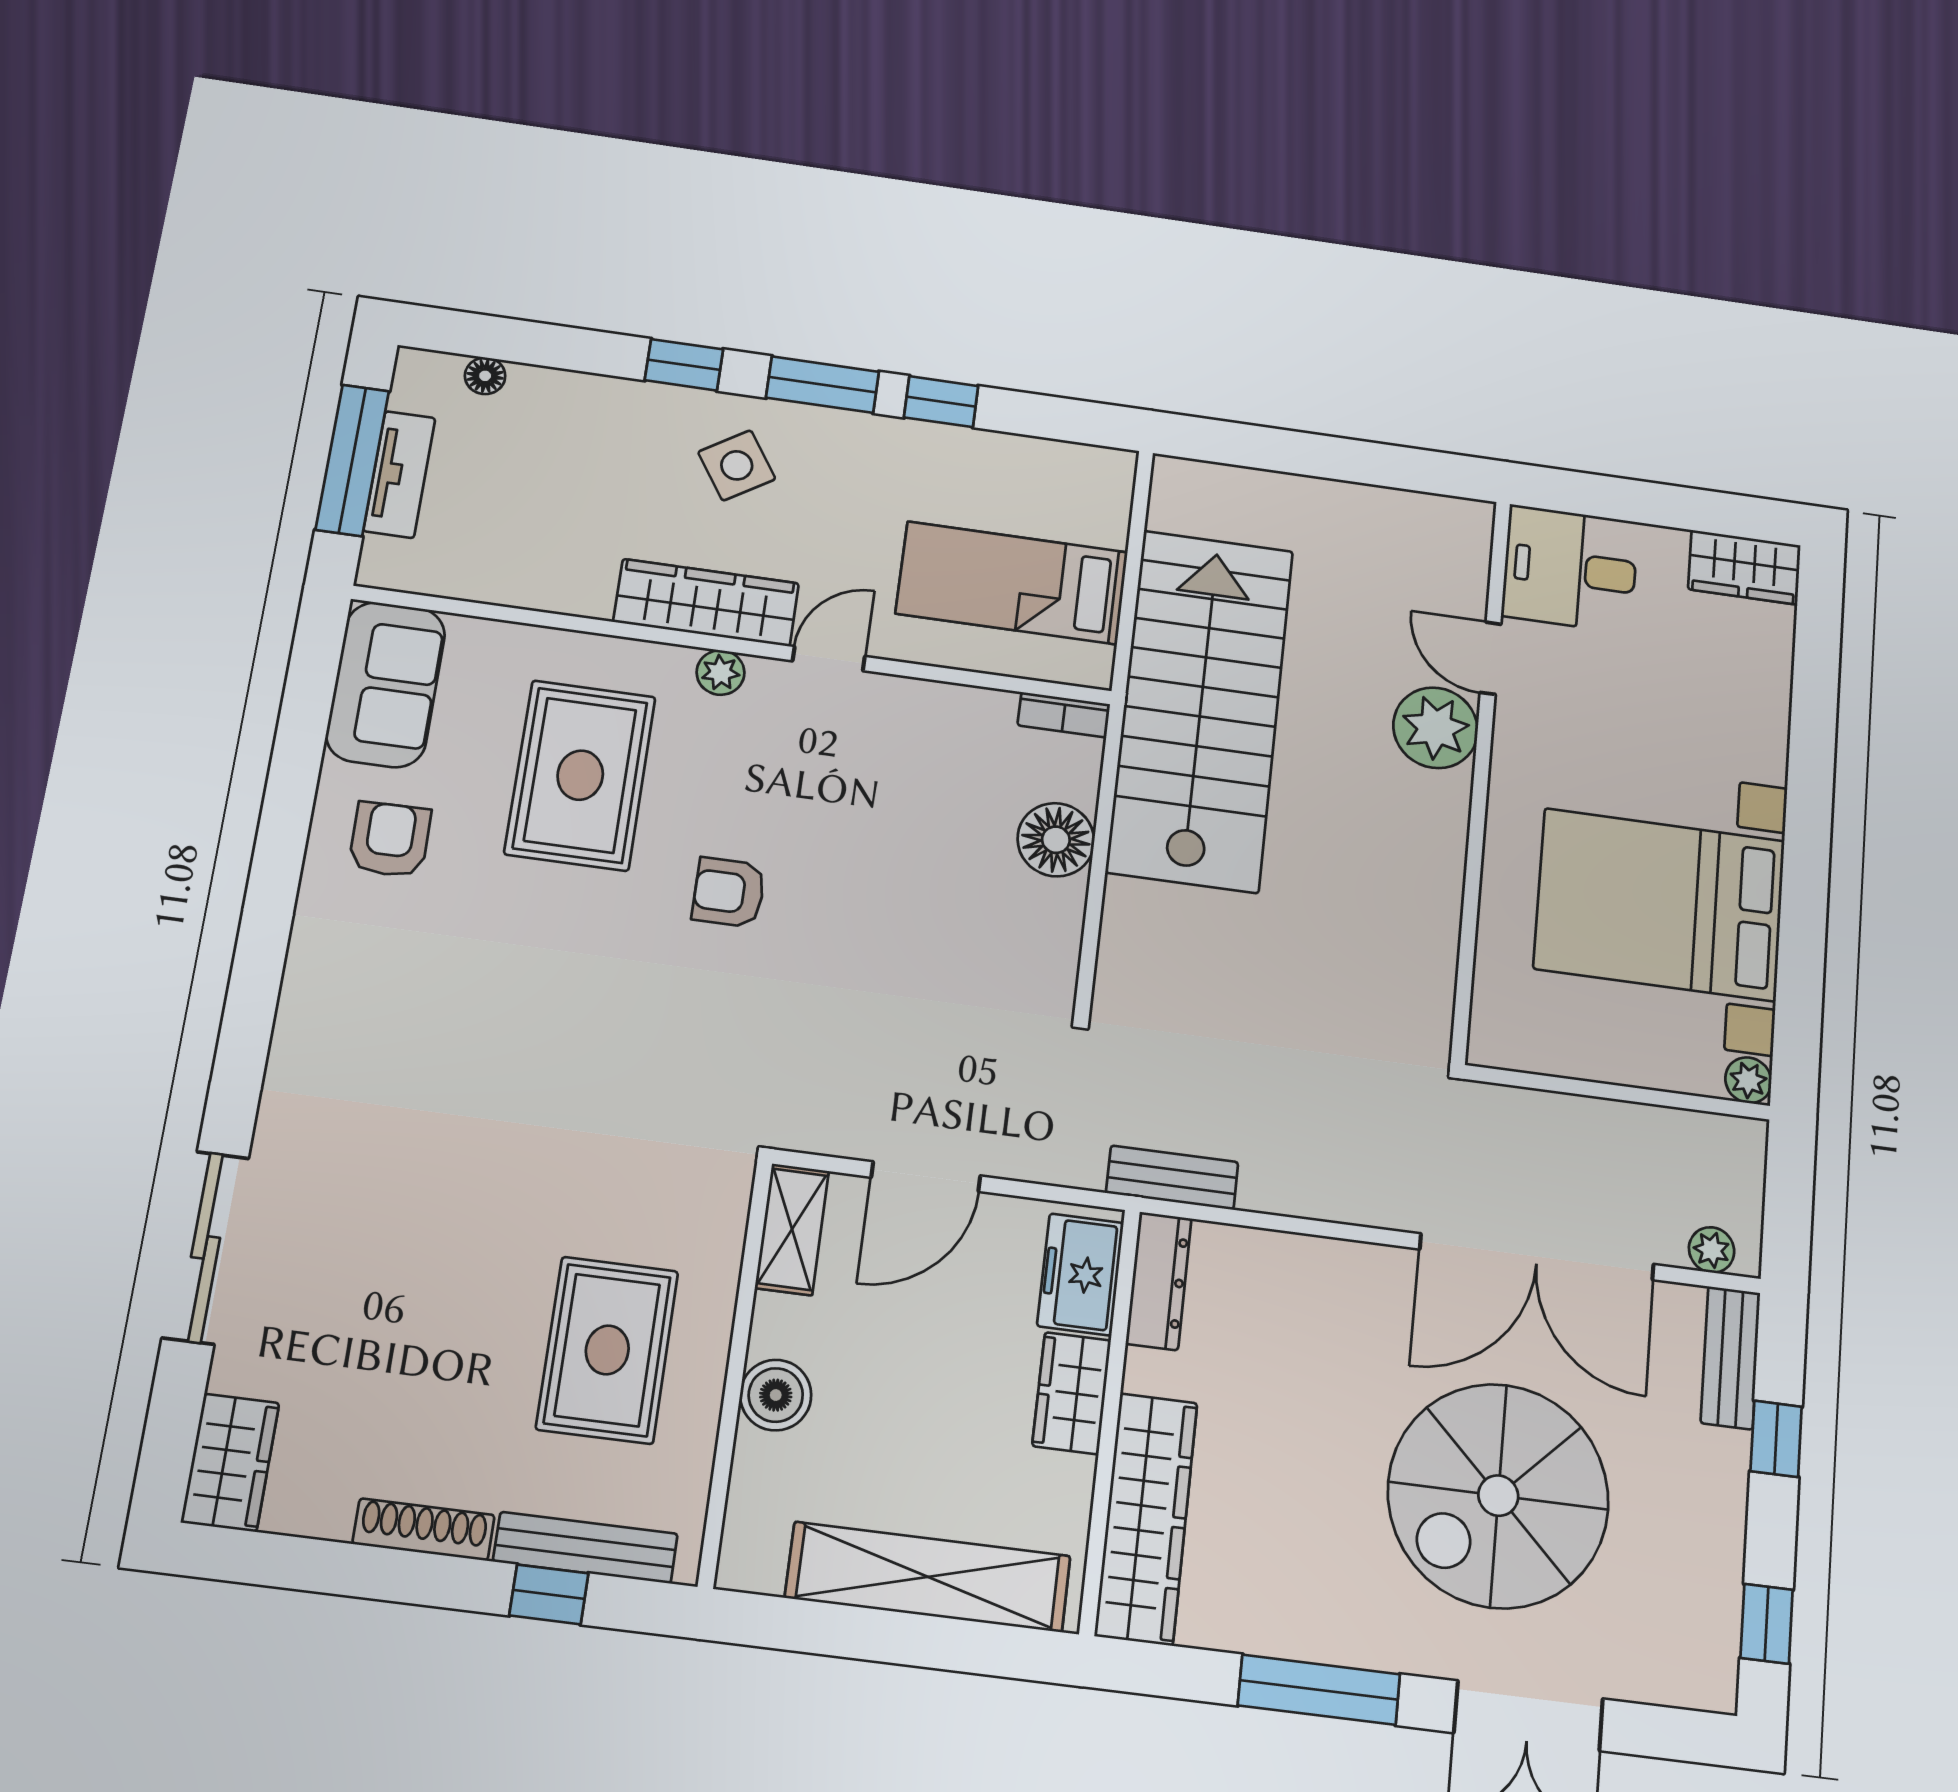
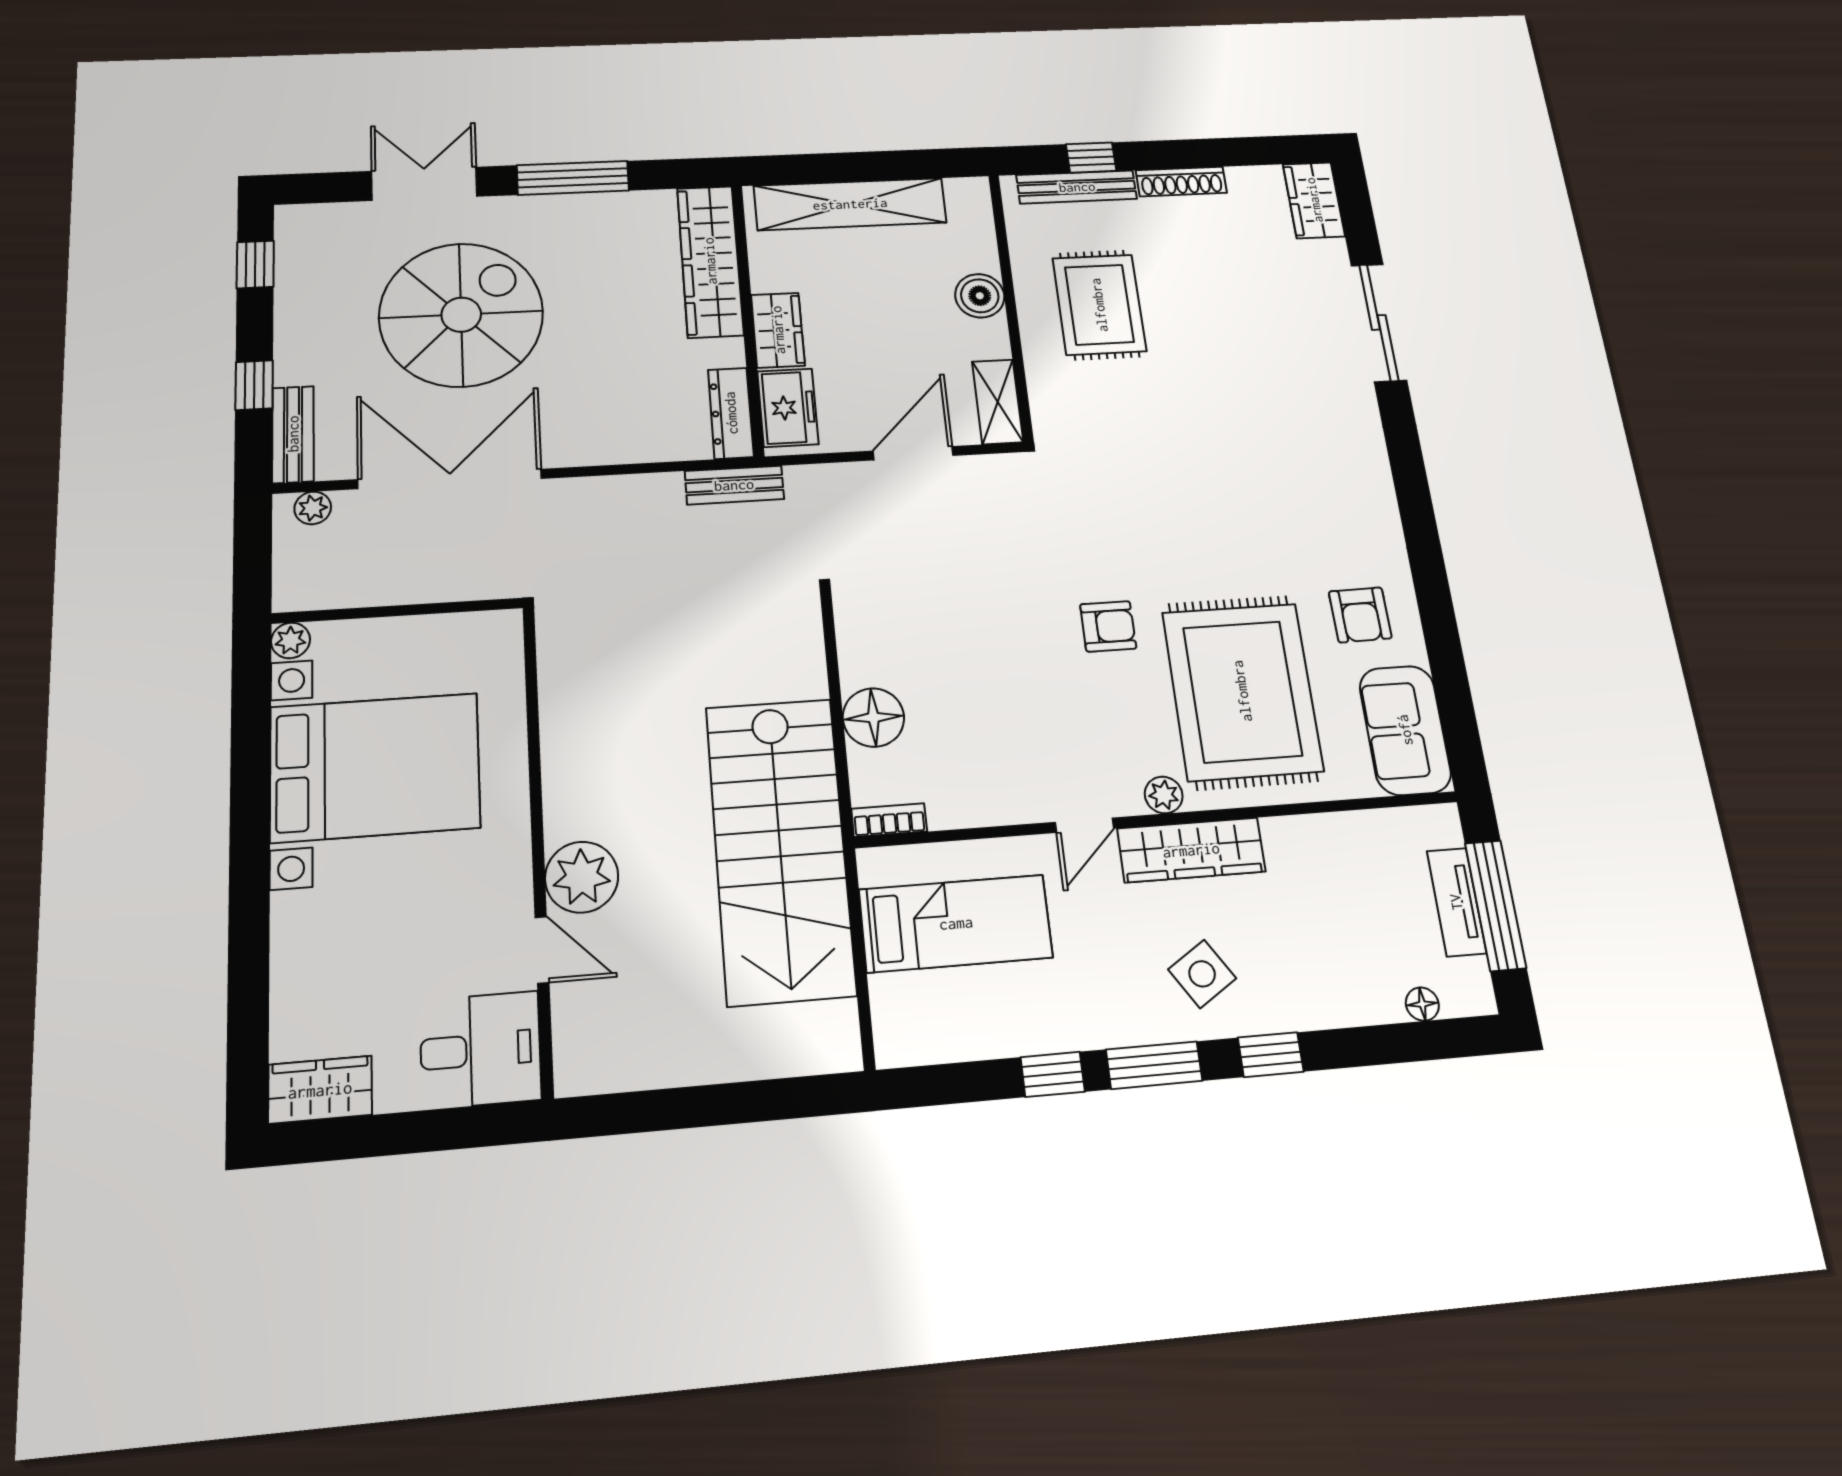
rug: (580, 775) -> (1242, 691), width x1.37, depth x1.44

